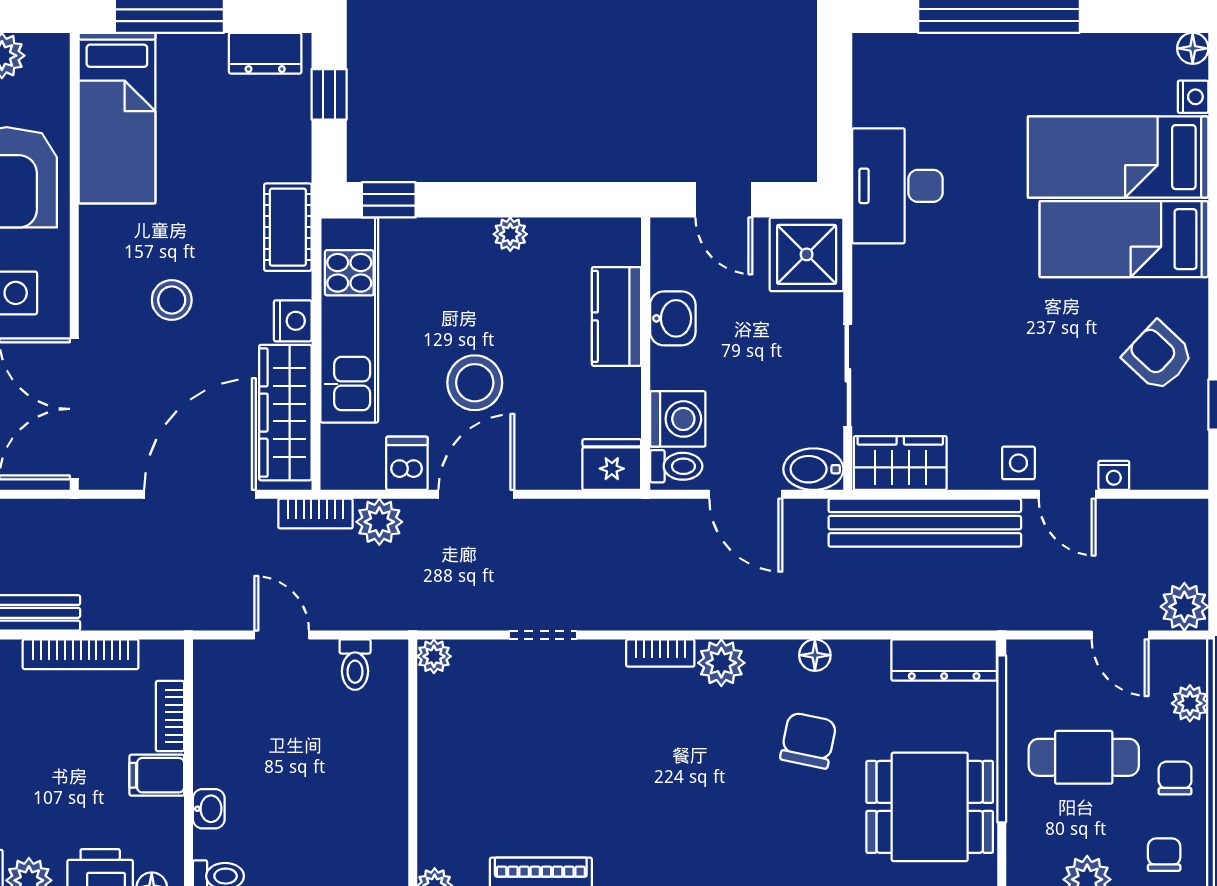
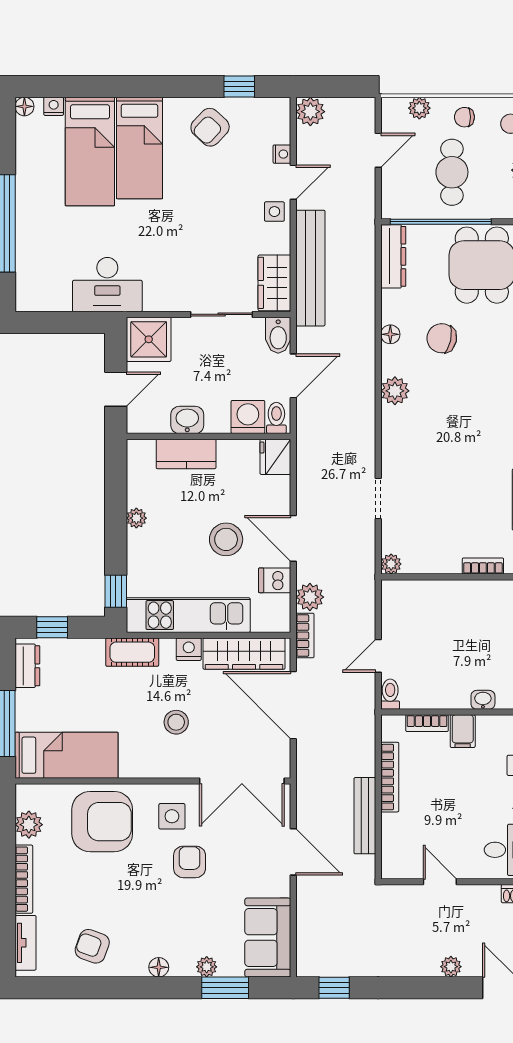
plant: (1184, 607) -> (310, 112), moved
bookcase: (660, 653) -> (483, 566), moved, turned -90
toilet: (355, 665) -> (390, 694), moved, turned -90

